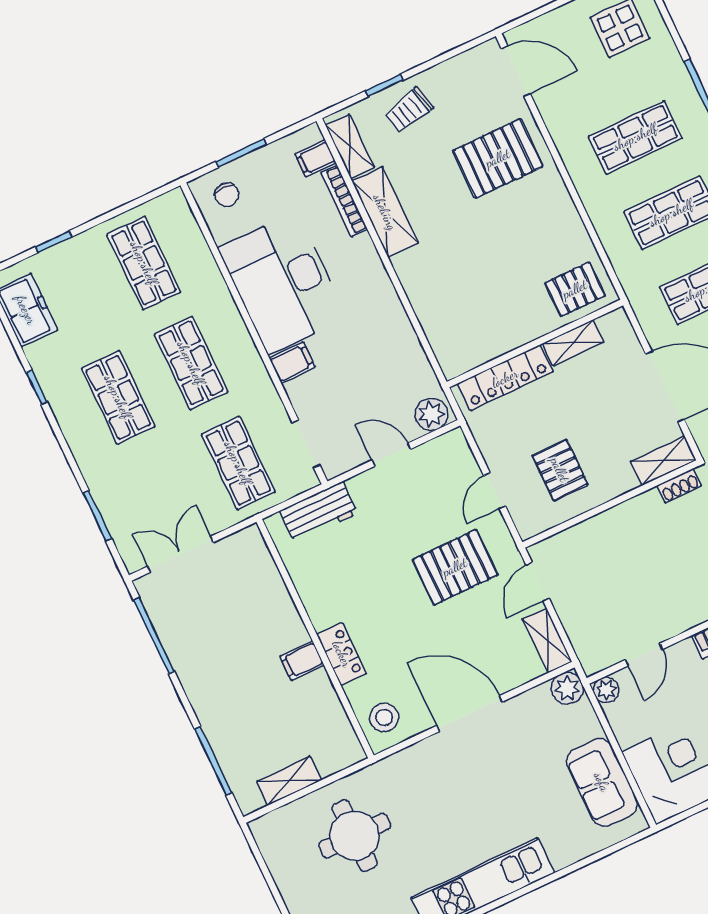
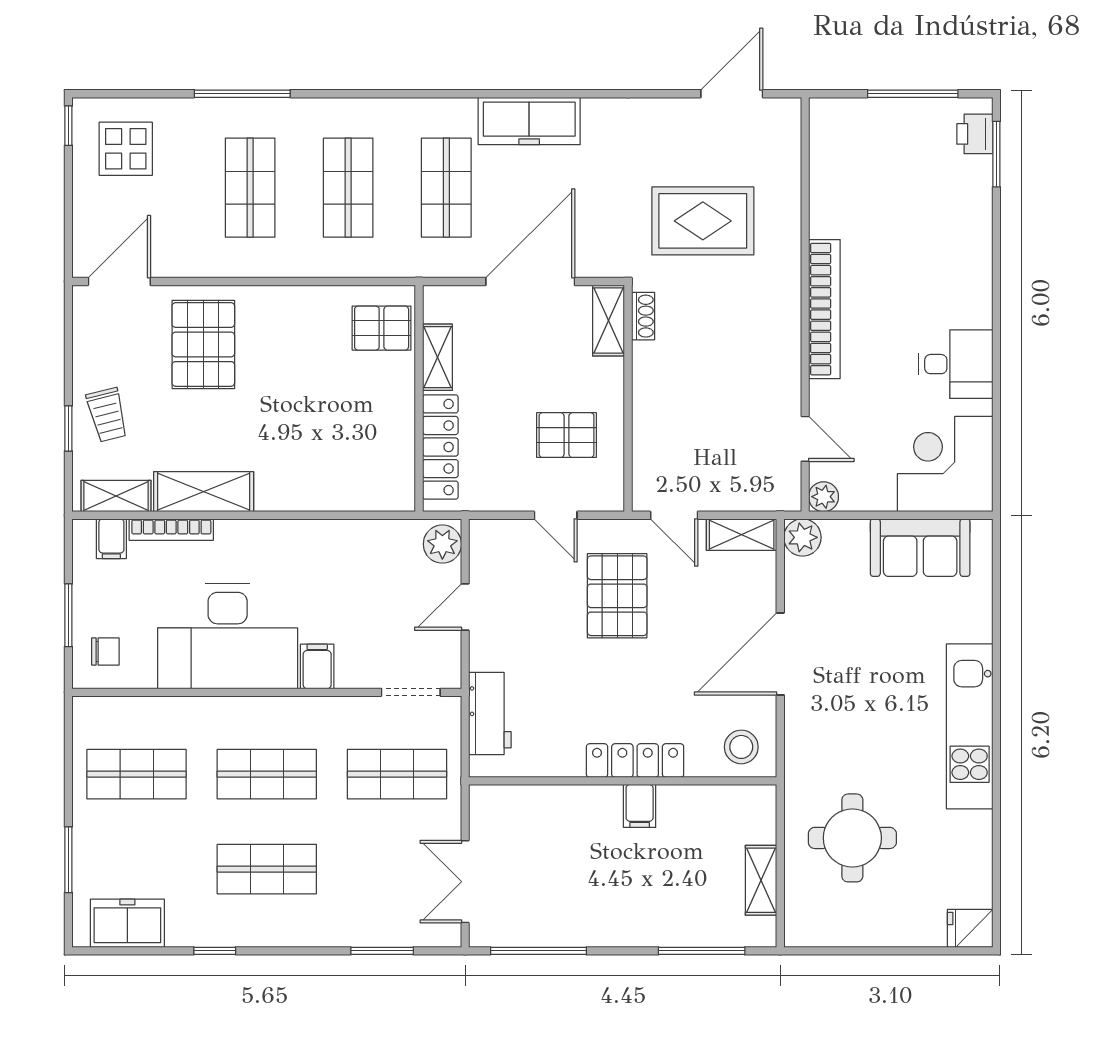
window: (53, 242) -> (68, 860), width x1.50
pallet: (575, 289) -> (382, 328), turned 90
locker: (342, 654) -> (635, 761), width x1.53

